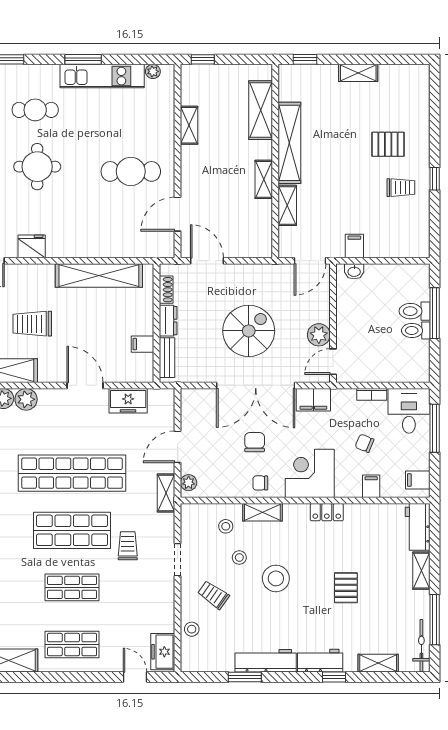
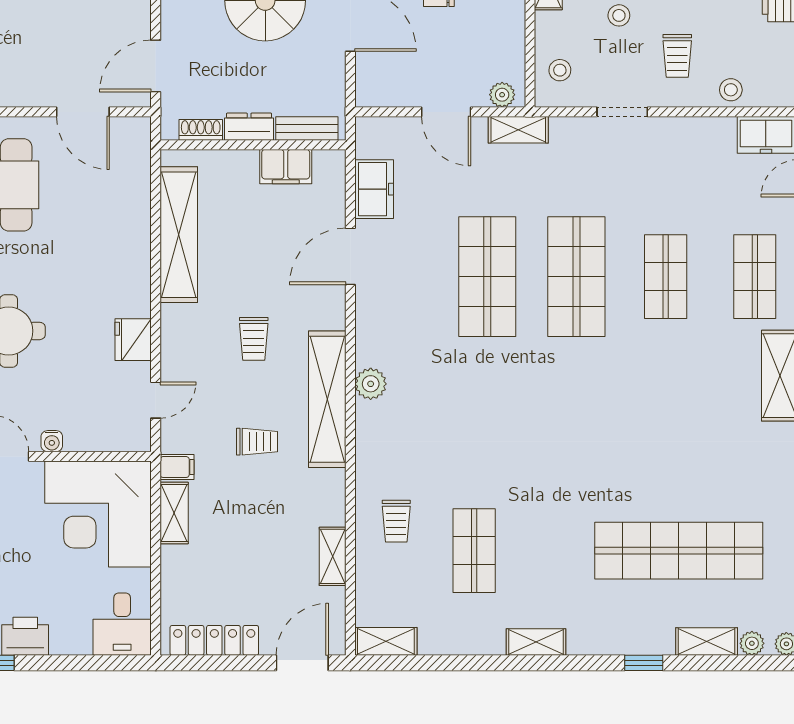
trolley: (32, 324) -> (254, 339), width x0.73, depth x0.72
filing cabinet: (142, 344) -> (286, 167), width x2.00
plant: (26, 399) -> (372, 348), removed
shop shelf: (72, 473) -> (487, 277), width x0.71
stool: (226, 526) -> (560, 70), moved
trolley: (128, 546) -> (601, 190), removed
trolley: (213, 595) -> (677, 56), turned -35

